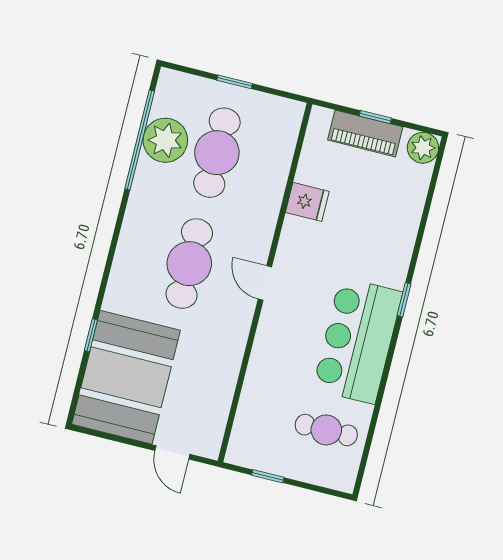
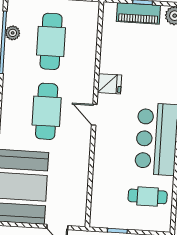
plant: (165, 140) -> (13, 33), width x0.53, depth x0.53
fridge: (307, 202) -> (109, 84), moved

